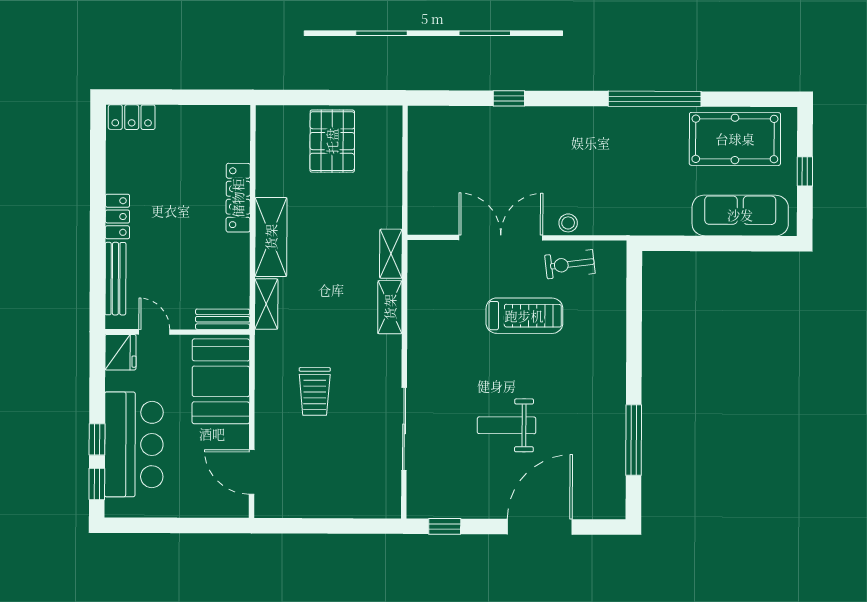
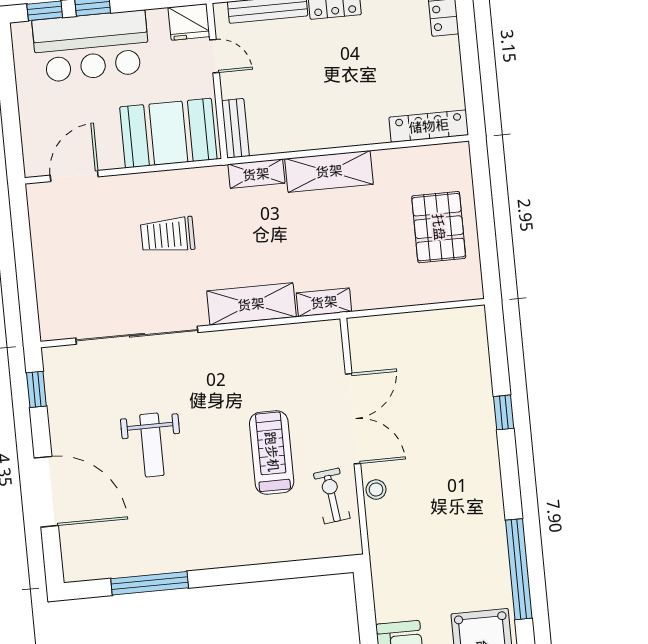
pallet: (332, 141) -> (439, 227), turned 90
locker: (238, 198) -> (429, 126), moved
shelving: (390, 307) -> (251, 304), width x1.50, depth x1.33
treadmill: (524, 316) -> (272, 452), turned 180
door: (154, 332) -> (214, 56), hinge flipped
weight bench: (507, 425) -> (152, 445), turned 180
sliding door: (404, 429) -> (137, 335), width x1.36

